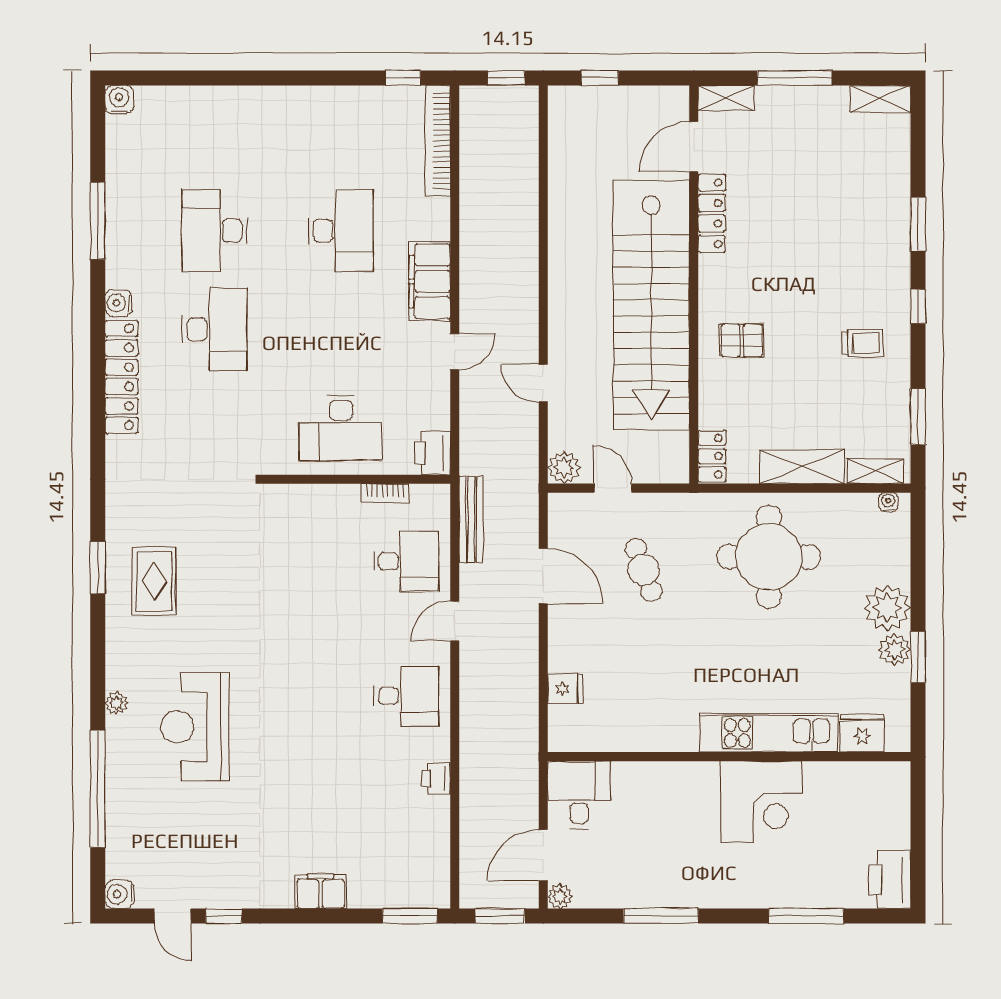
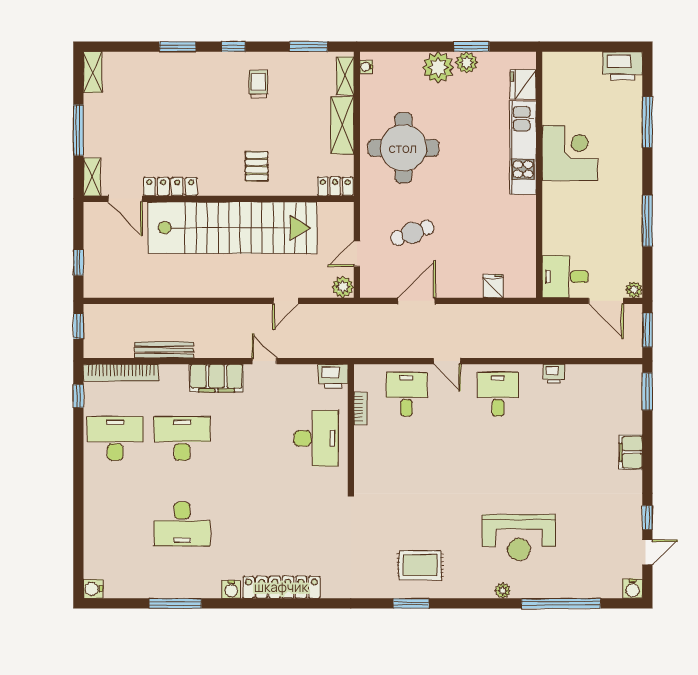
desk: (214, 329) -> (115, 438), moved
bench: (471, 519) -> (164, 350), moved

